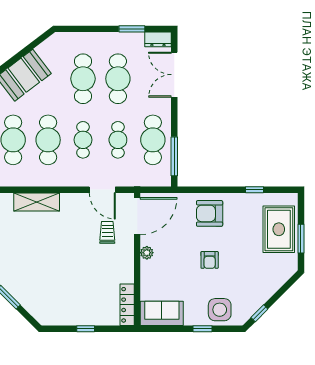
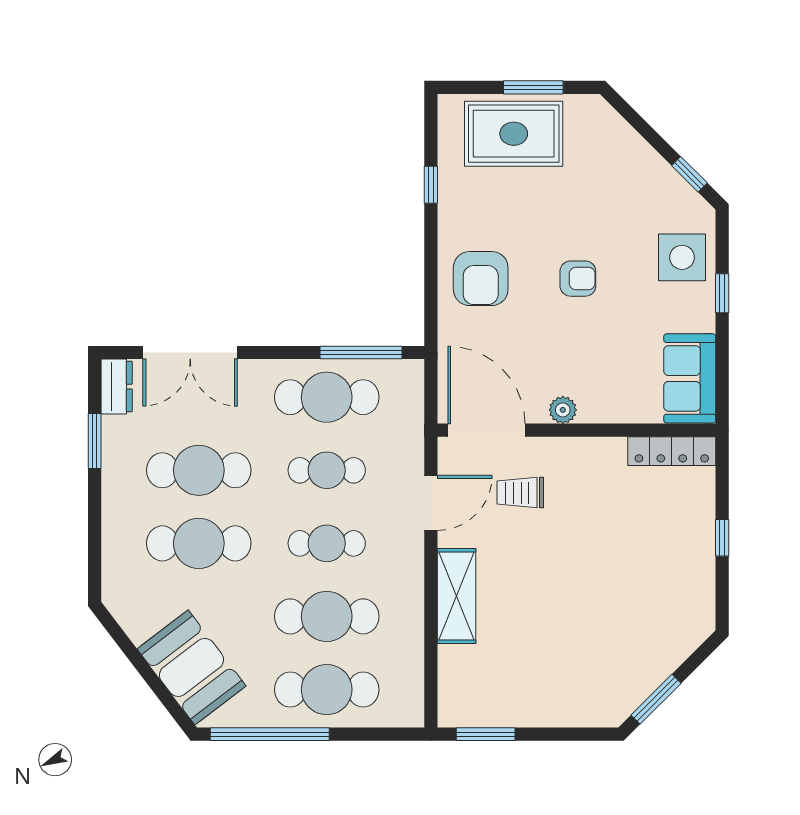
shelving: (37, 202) -> (456, 596), moved

